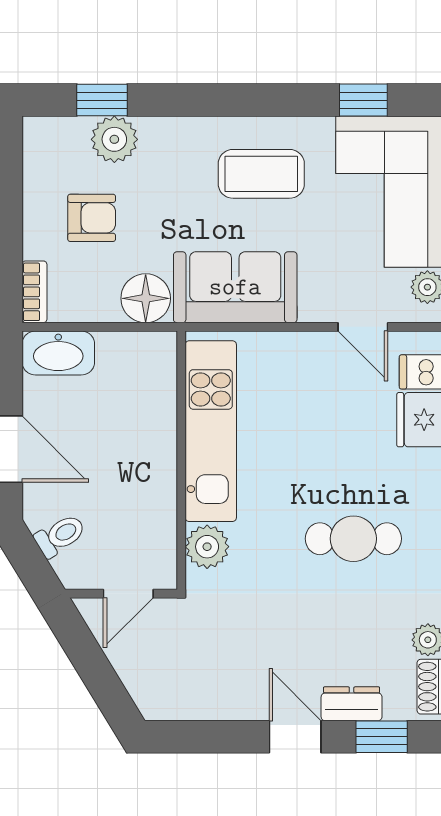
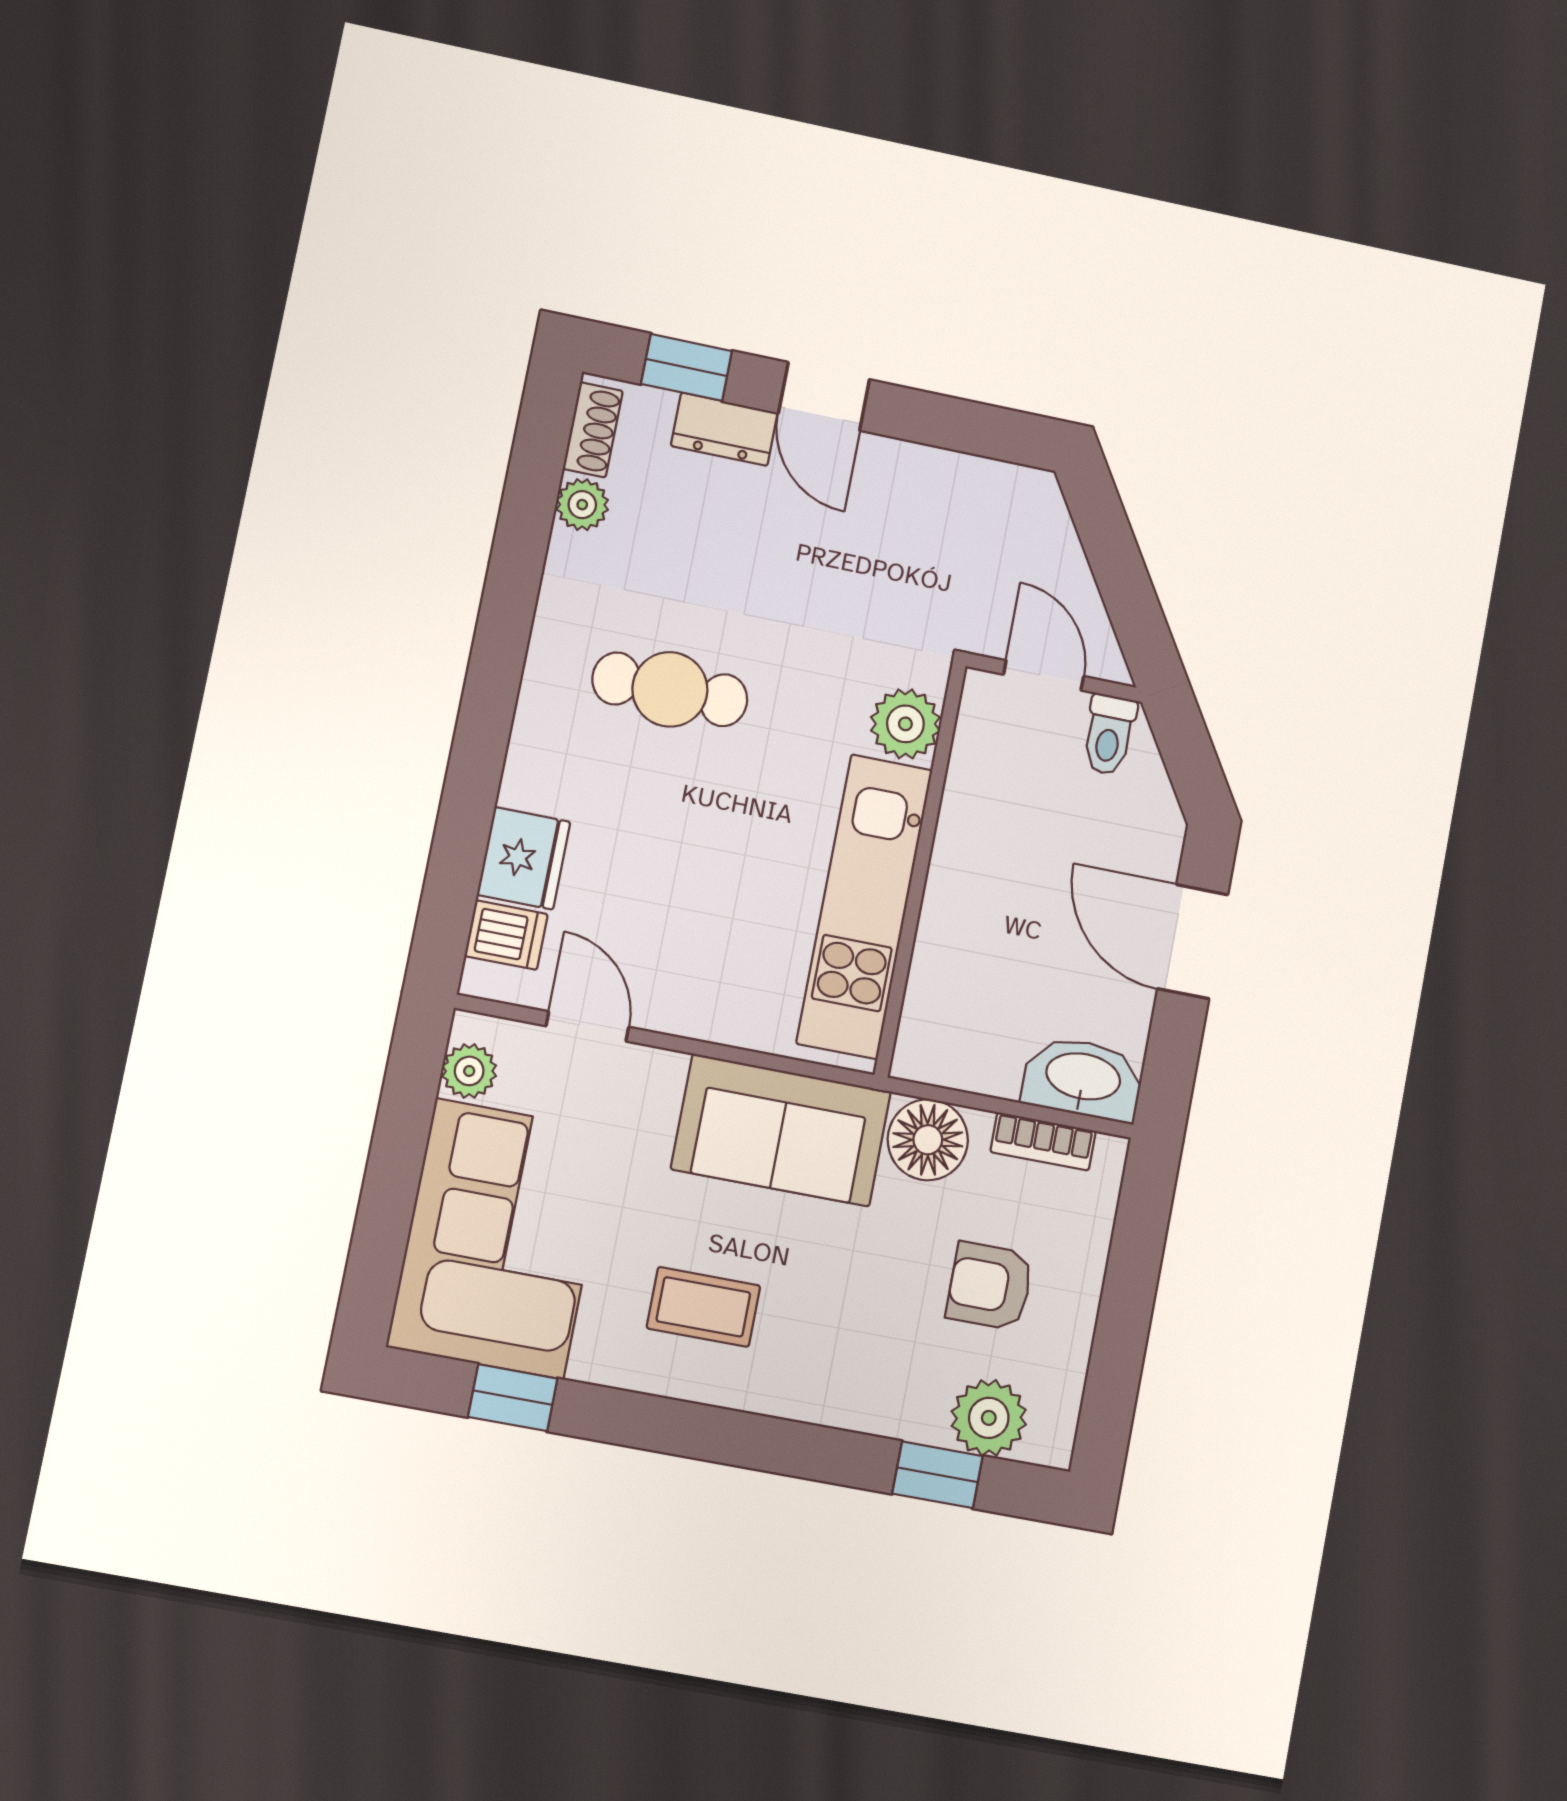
plant: (114, 139) -> (989, 1418), moved
coffee table: (261, 174) -> (703, 1307), width x0.73, depth x0.77
bookcase: (35, 292) -> (1043, 1141), moved, turned -90
toilet: (60, 536) -> (1109, 735), moved, turned -59
door: (128, 594) -> (1044, 675), hinge flipped

